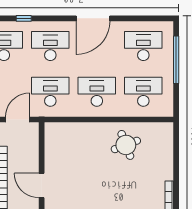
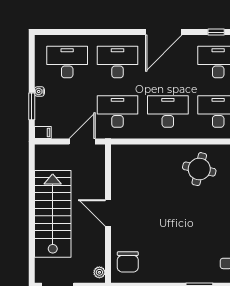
window: (24, 18) -> (216, 32), moved
round table: (126, 145) -> (199, 169), turned 34

